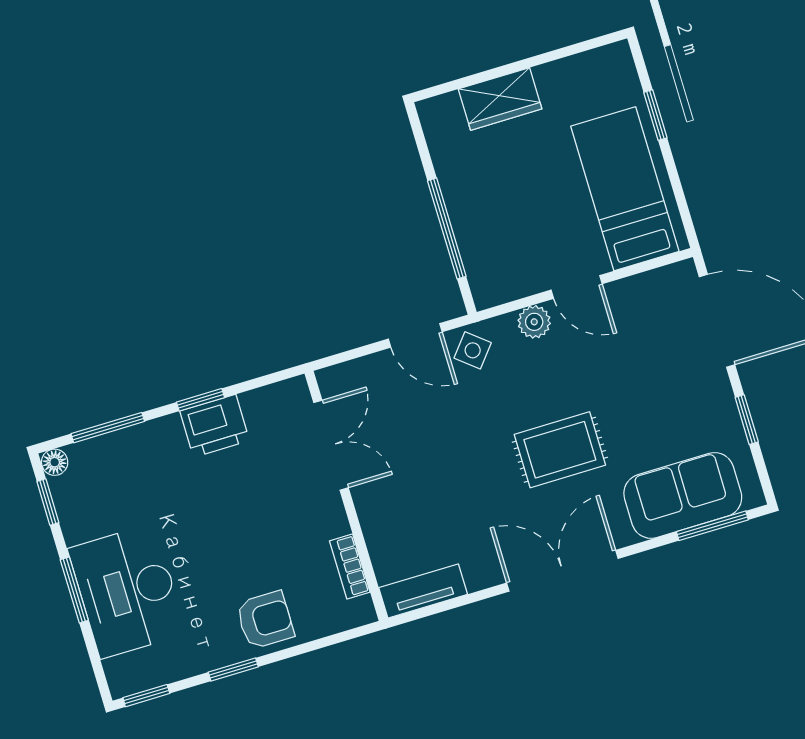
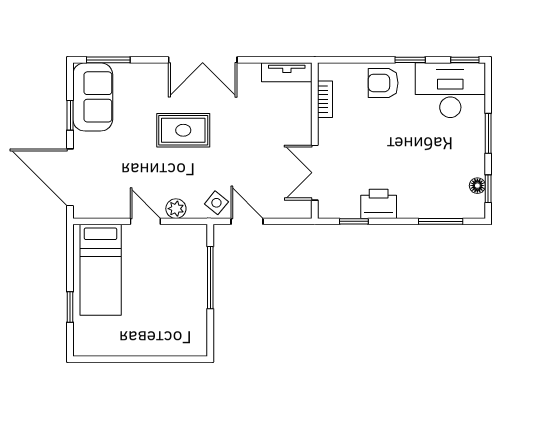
wardrobe: (500, 99) -> (157, 343), removed
window: (200, 400) -> (354, 221), moved
floor lamp: (55, 462) -> (477, 186), moved
sofa: (683, 495) -> (93, 97), moved, turned -90
desk: (127, 591) -> (450, 90), moved, turned -90

